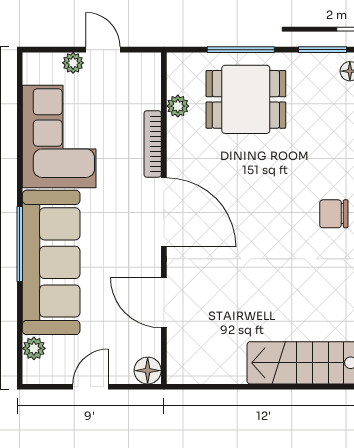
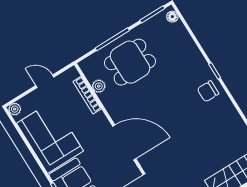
plant: (73, 63) -> (15, 109), moved
bookcase: (153, 144) -> (87, 95), moved

